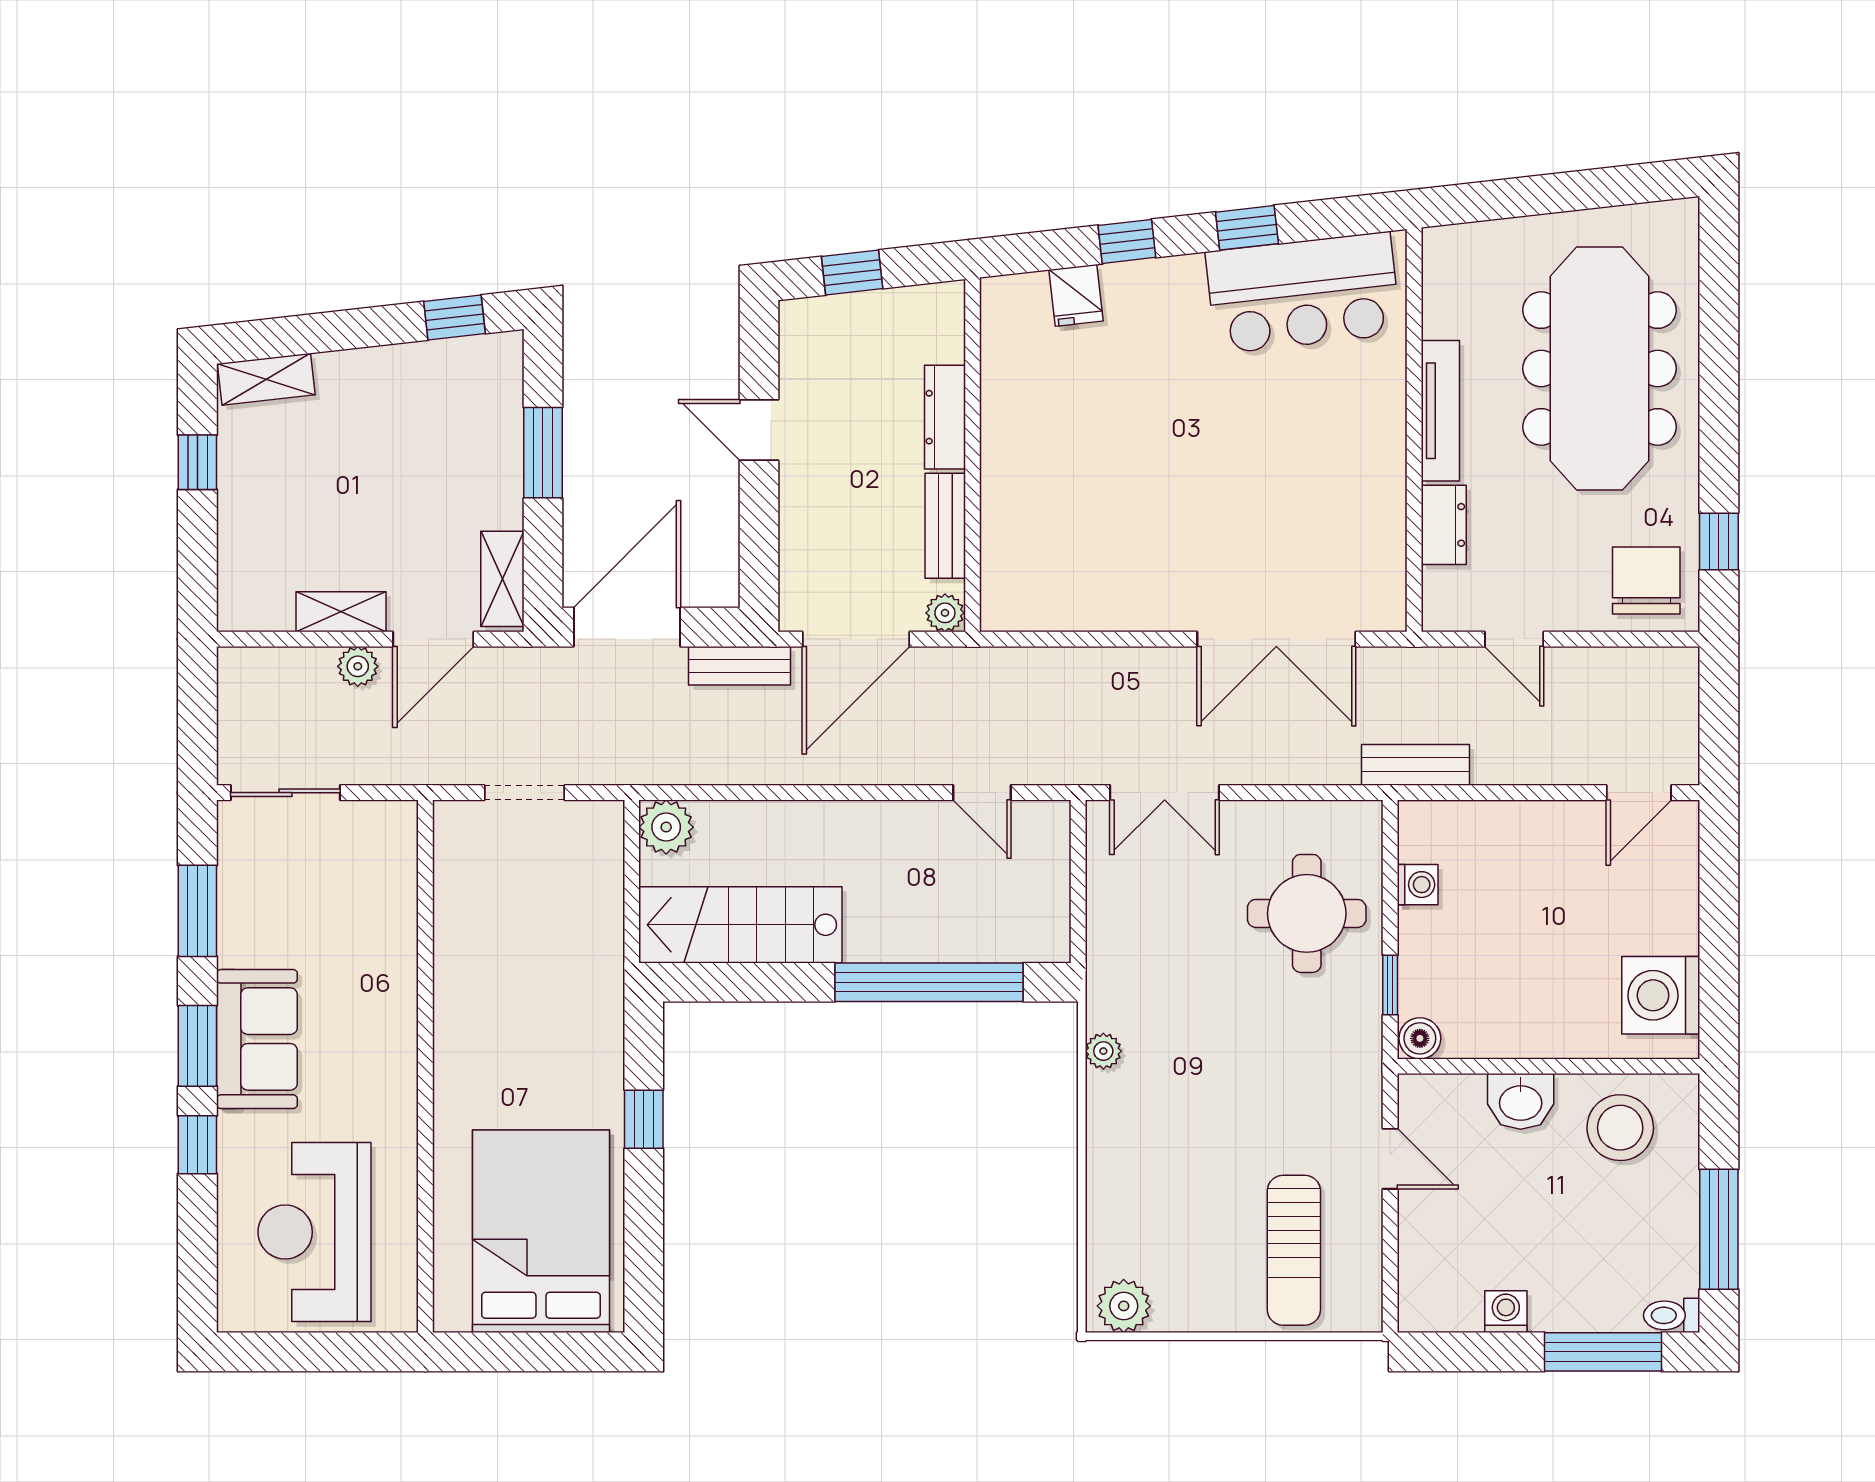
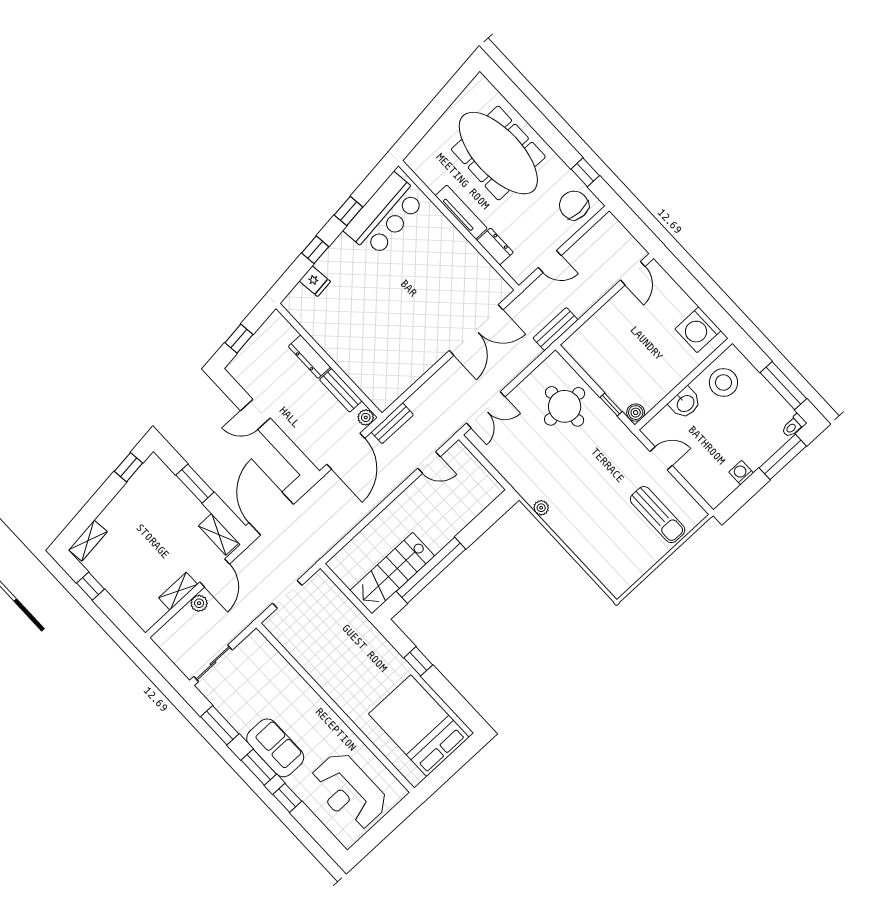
bench: (739, 666) -> (392, 423), moved
plant: (666, 827) -> (341, 564), removed
washing machine: (1418, 885) -> (591, 366), removed
window: (929, 982) -> (431, 570), moved
plant: (1124, 1306) -> (621, 581), removed

